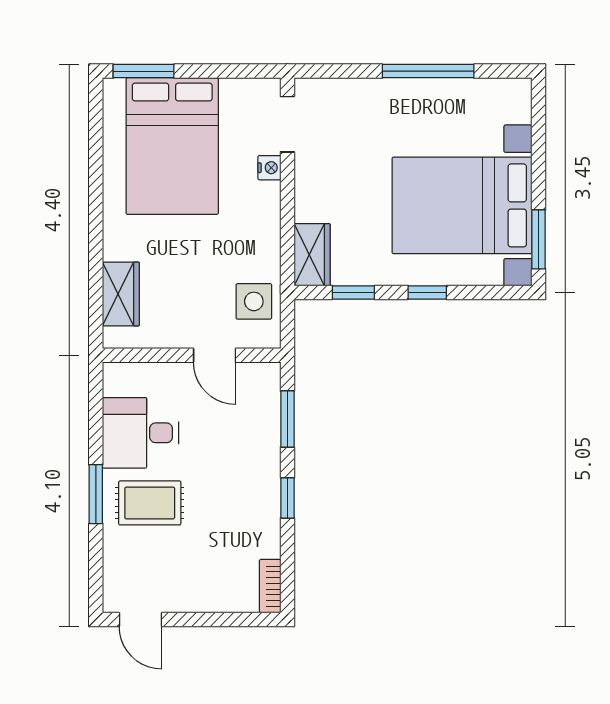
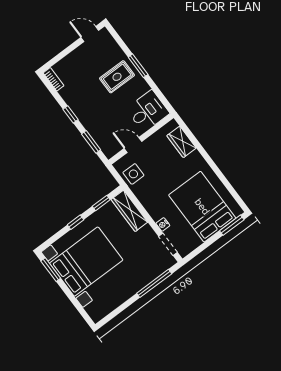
window: (428, 71) -> (154, 283), moved
wardrobe: (312, 255) -> (129, 211), width x1.50
desk: (140, 433) -> (148, 111), moved

